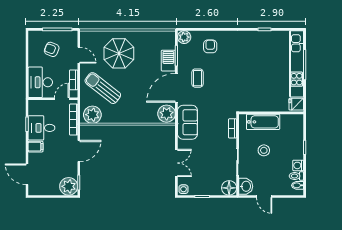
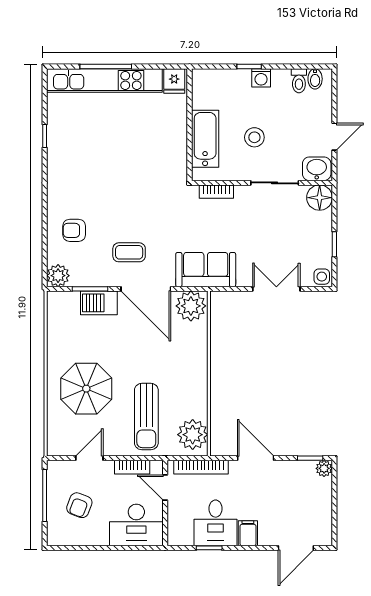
sun lounger: (103, 88) -> (146, 417), turned -38
washing machine: (298, 165) -> (261, 78), moved
plant: (69, 186) -> (324, 468), width x0.53, depth x0.53

